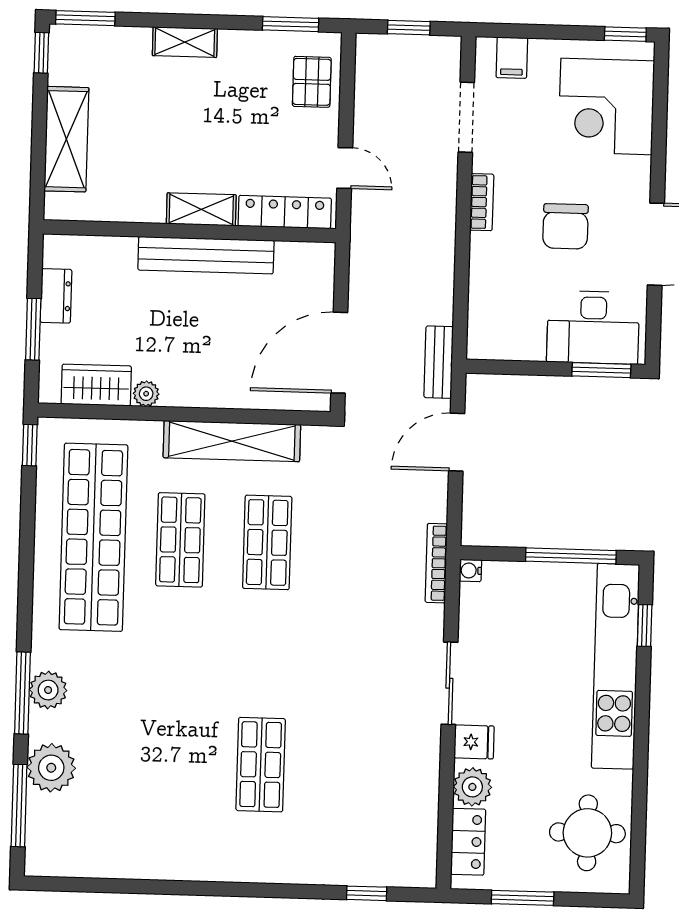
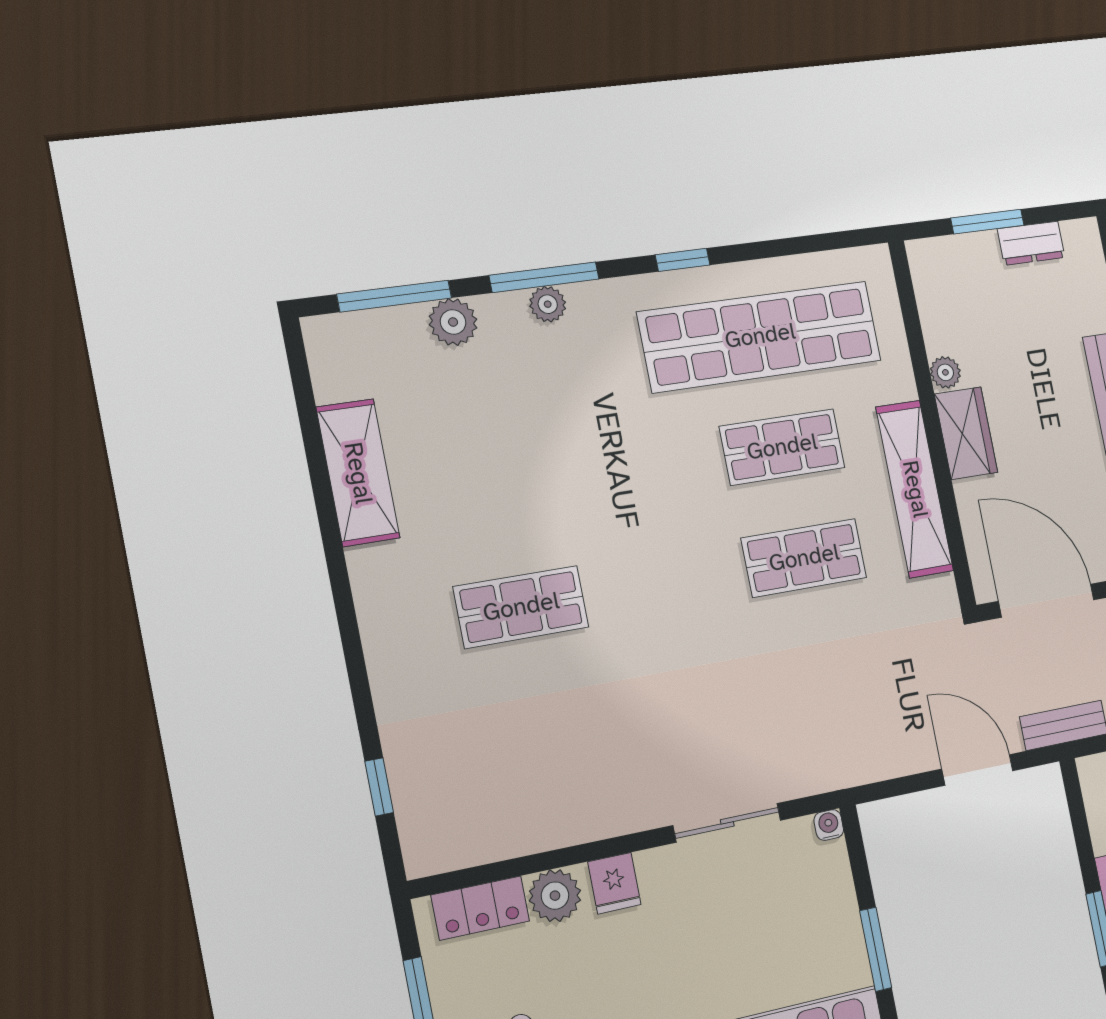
wardrobe: (96, 385) -> (966, 433), moved
window: (30, 445) -> (683, 260), moved
window: (571, 556) -> (876, 949), width x0.69
bookcase: (436, 563) -> (828, 779), removed
sliding door: (449, 683) -> (727, 823), moved
plant: (48, 690) -> (548, 304), width x0.73, depth x0.73
plant: (51, 768) -> (453, 322), width x0.73, depth x0.73
shelving: (142, 859) -> (358, 473), added

